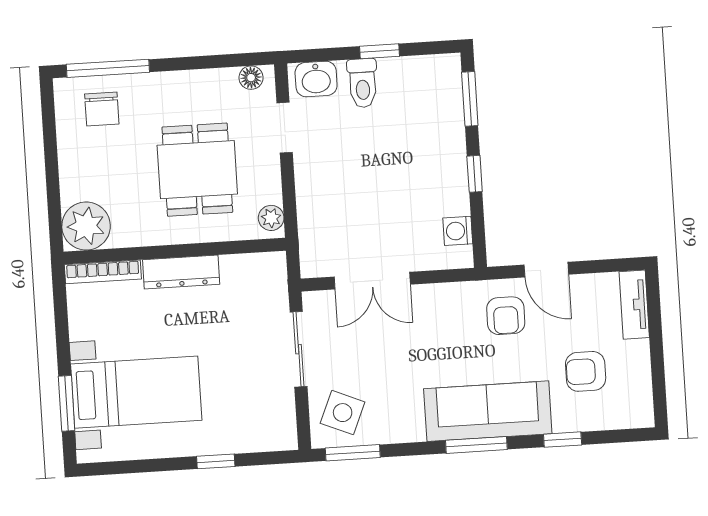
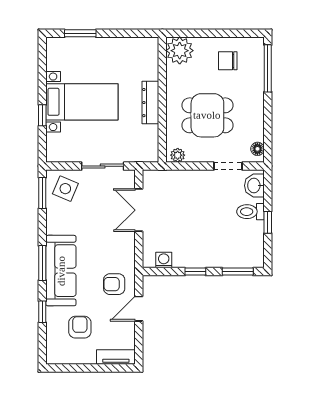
chair: (102, 109) -> (228, 61), moved
bookcase: (103, 272) -> (153, 58), removed
bed with nightstands: (136, 392) -> (82, 102), moved, turned -90

